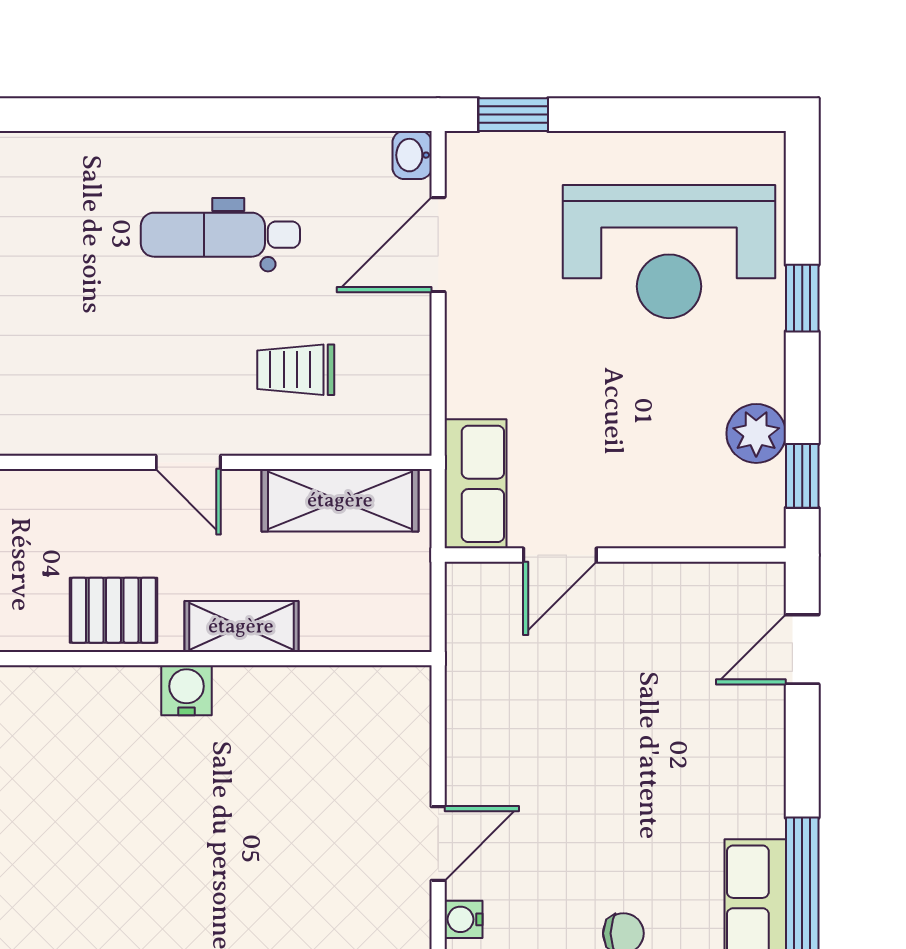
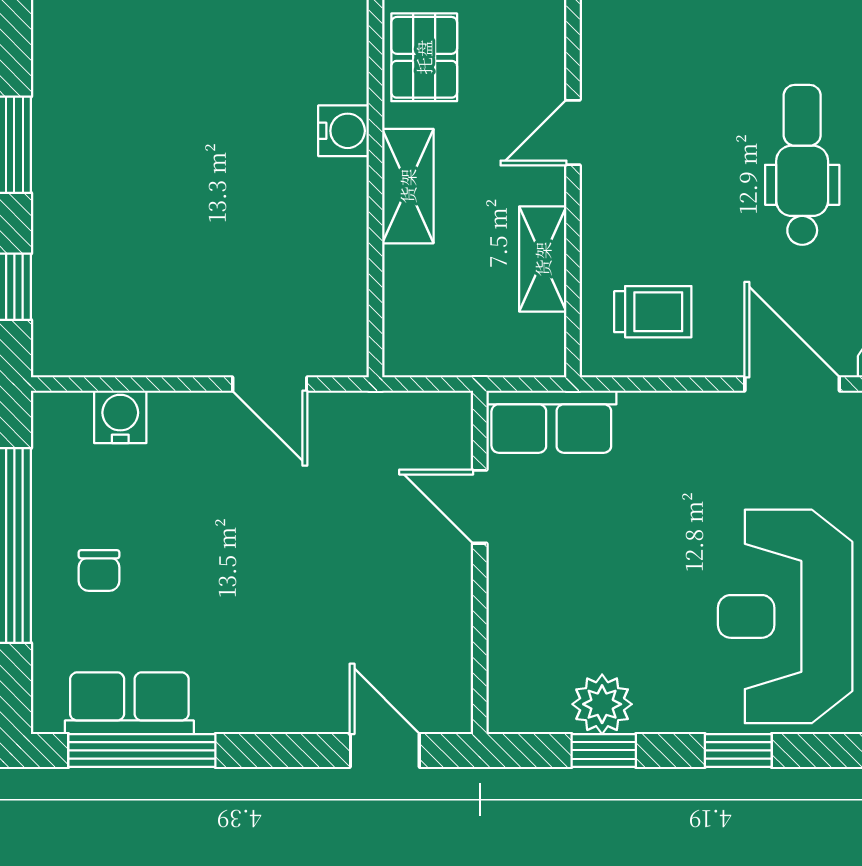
trolley: (296, 370) -> (653, 312), moved, turned 90
window: (802, 476) -> (604, 750), moved
shelving: (340, 500) -> (543, 259), width x0.67, depth x0.75
door: (438, 843) -> (270, 384), moved
water cooler: (463, 919) -> (120, 417), width x1.38, depth x1.38

